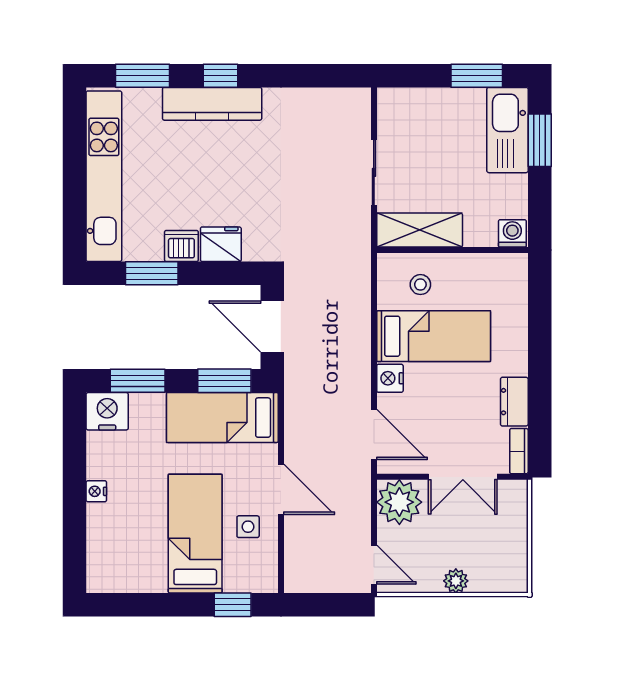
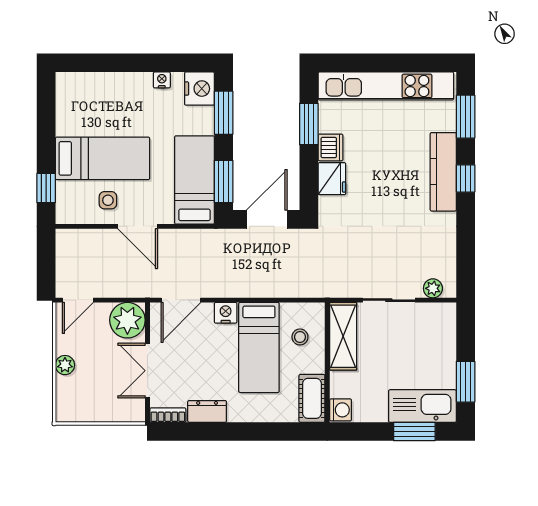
plant: (359, 117) -> (433, 288), added
cot: (498, 269) -> (312, 398), added
door: (281, 489) -> (138, 226), hinge flipped
nightstand: (96, 491) -> (162, 80), moved

